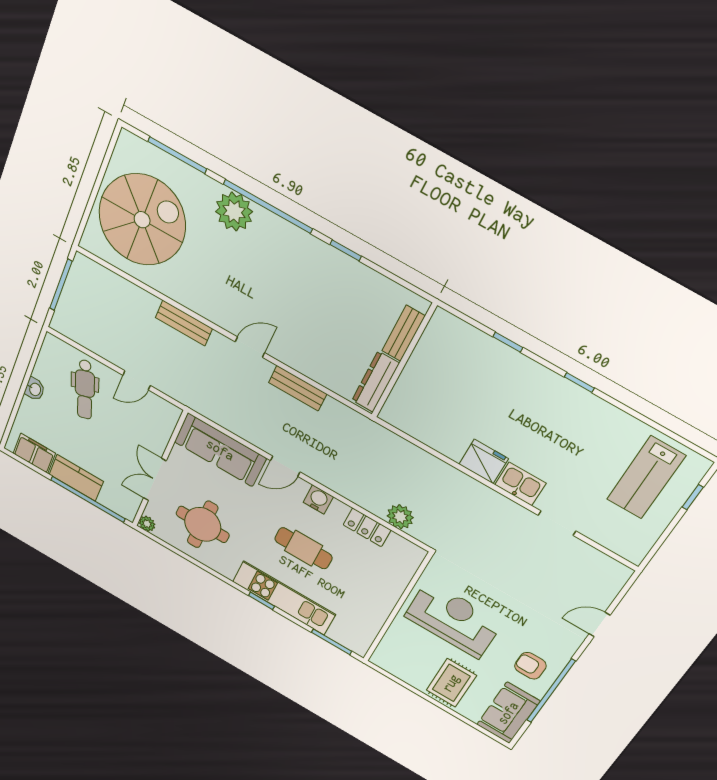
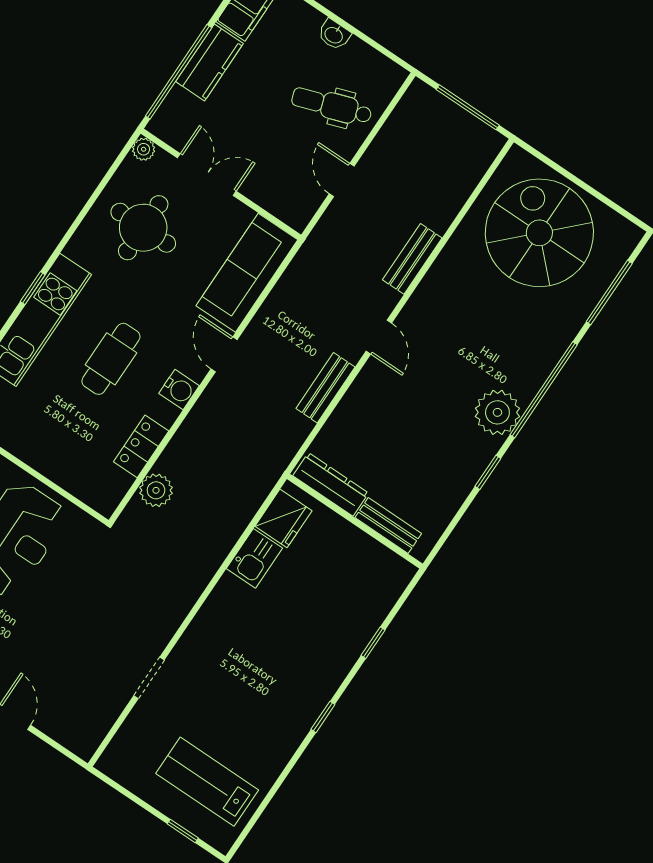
plant: (234, 212) -> (497, 412), moved
spiral stairs: (142, 220) -> (539, 233), turned 180
fridge: (484, 462) -> (283, 518), moved
kitchen sink: (520, 484) -> (254, 558), moved

